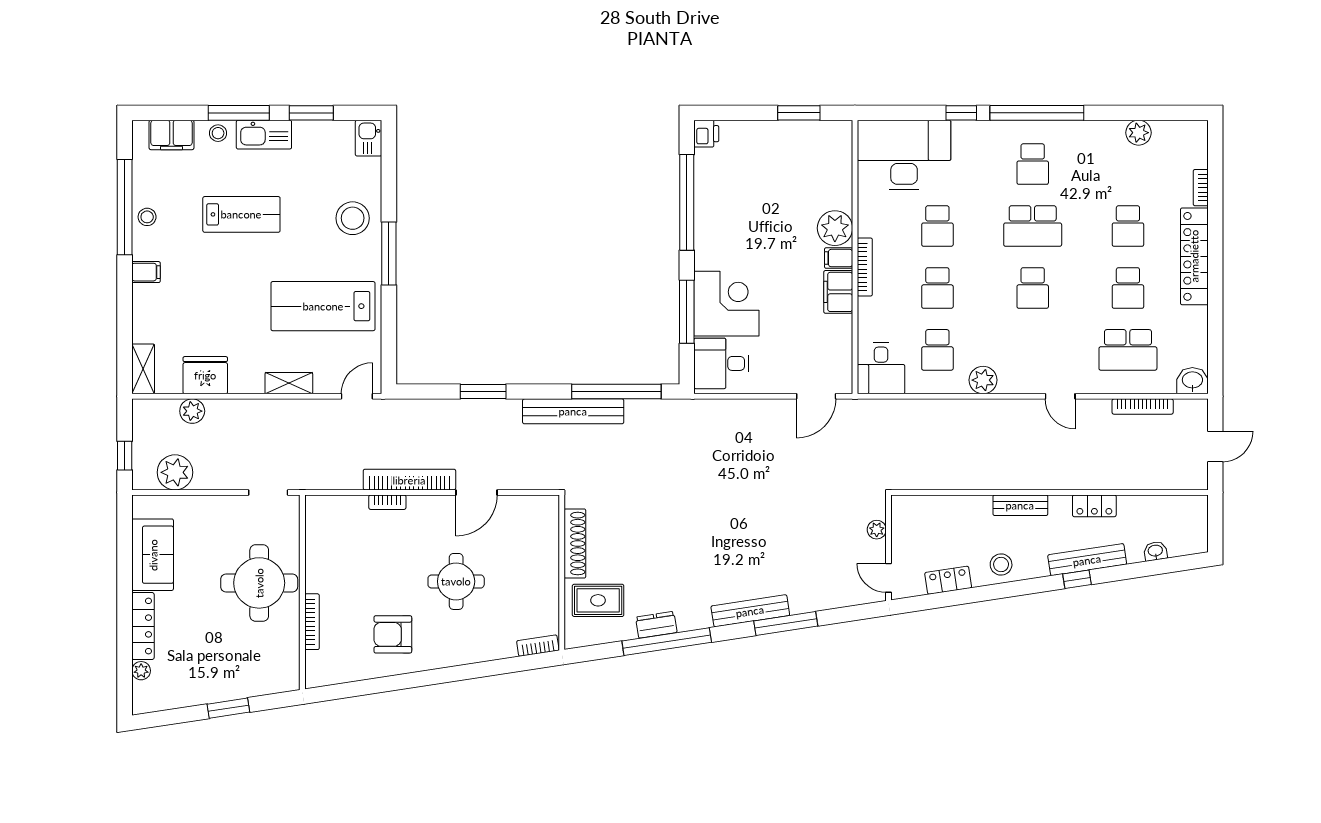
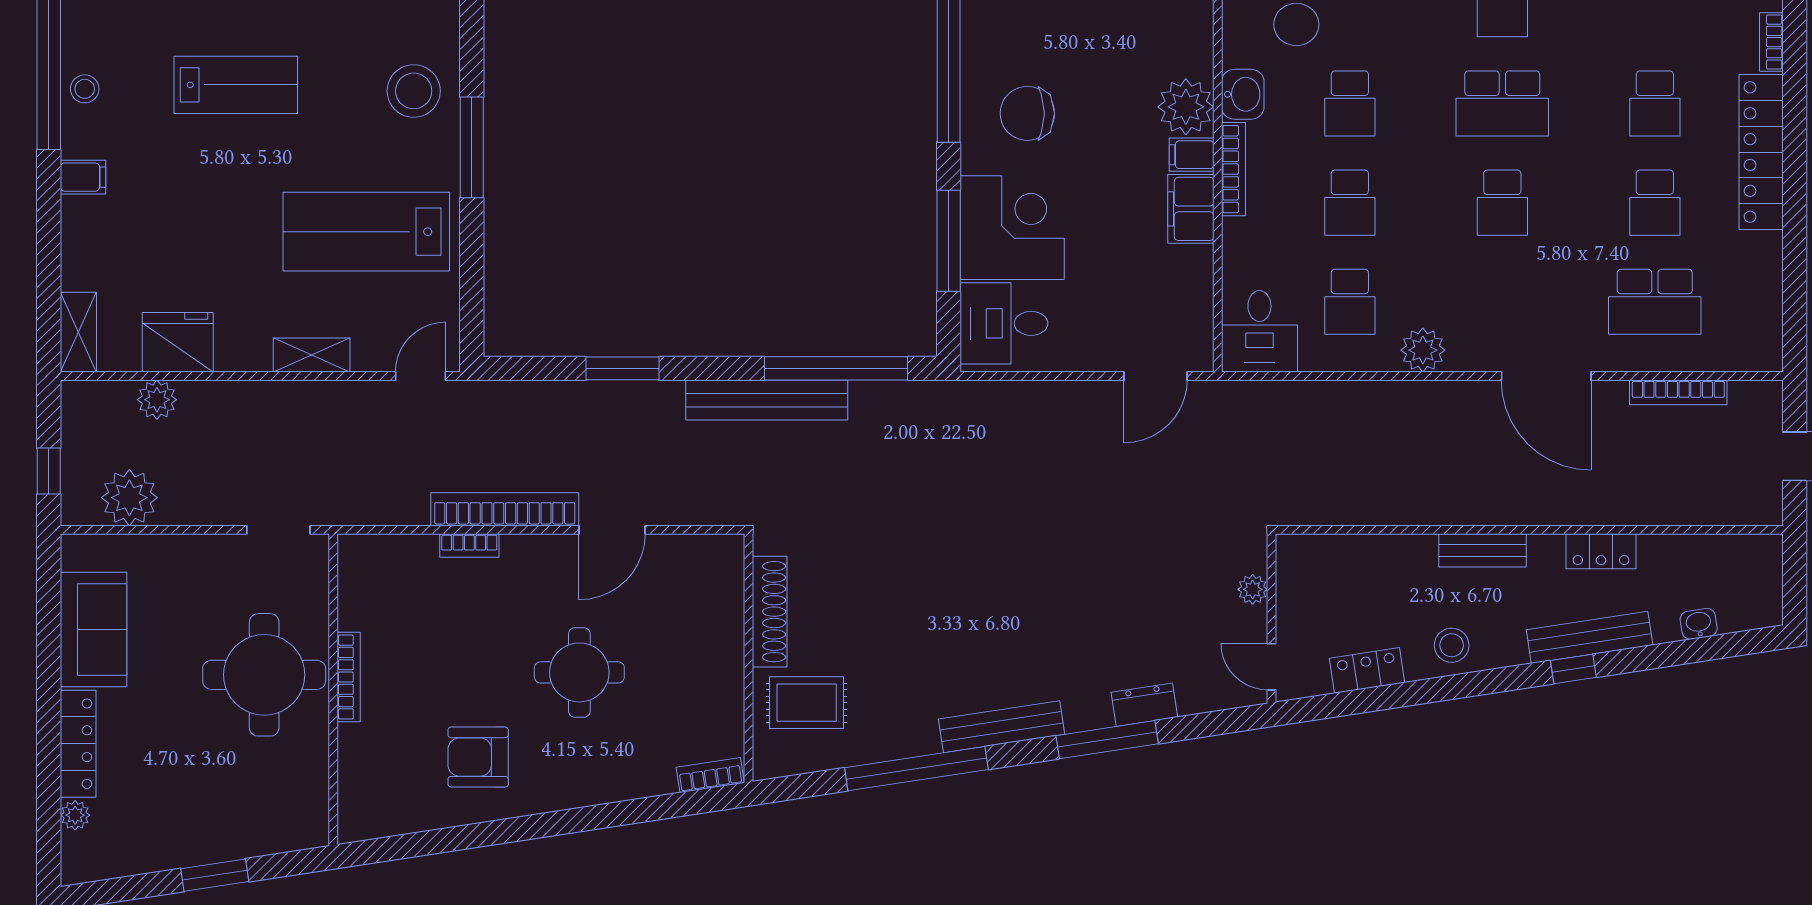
chair: (736, 232) -> (1027, 113), added
washbasin: (1192, 381) -> (1243, 94), moved, turned 90
door: (1060, 396) -> (1546, 376), width x1.87
bench: (750, 611) -> (1002, 727), moved
bookcase: (312, 622) -> (349, 677), moved
dresser: (656, 625) -> (1144, 705), moved

